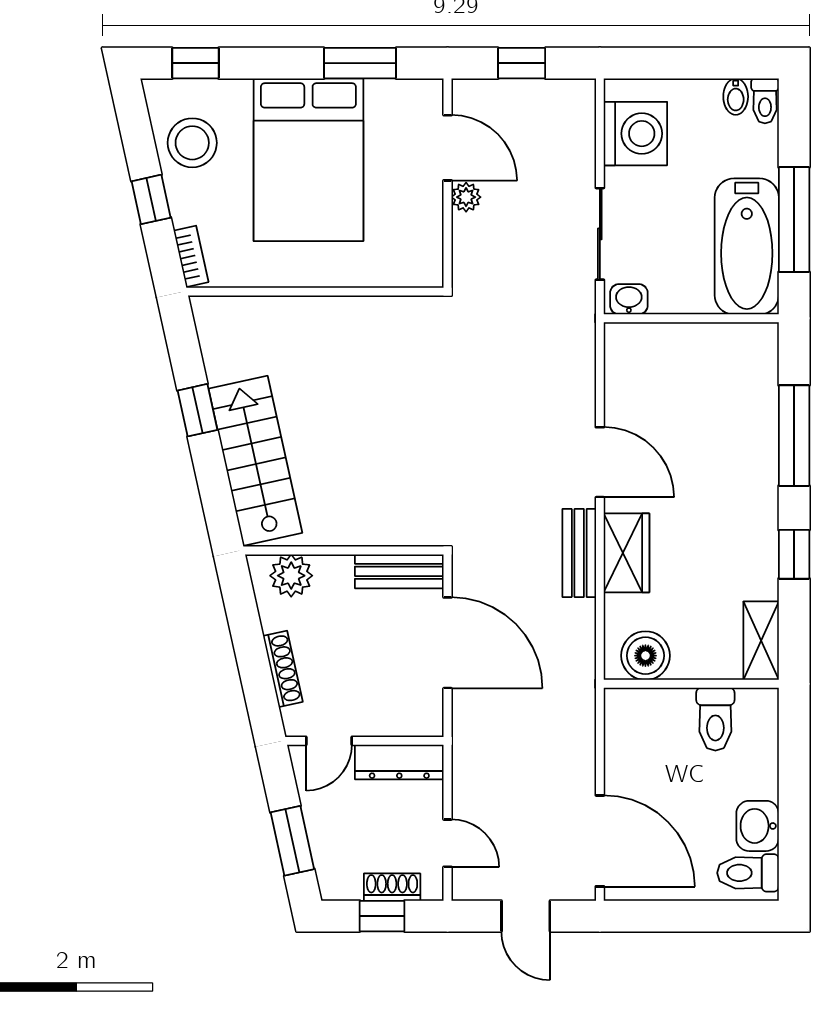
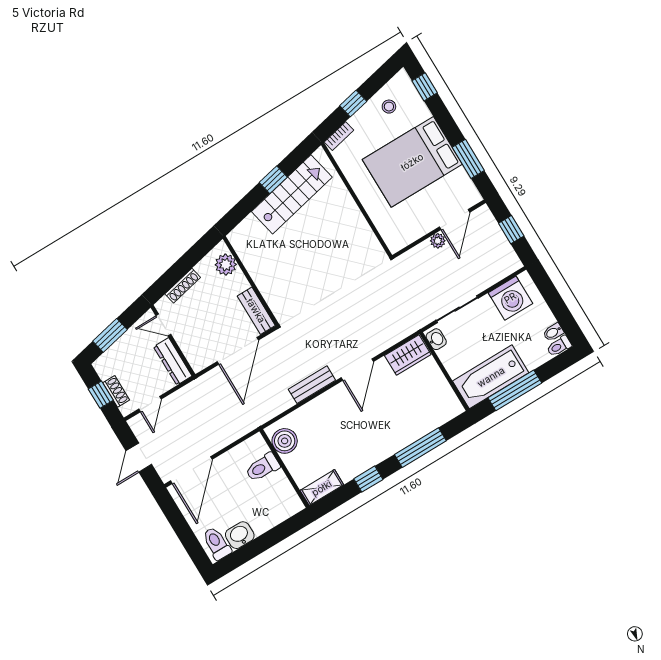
stool: (192, 143) -> (389, 107), width x0.53, depth x0.53
stairs: (255, 461) -> (292, 194), moved
wardrobe: (627, 553) -> (408, 355), moved
toilet: (715, 719) -> (263, 467), moved

